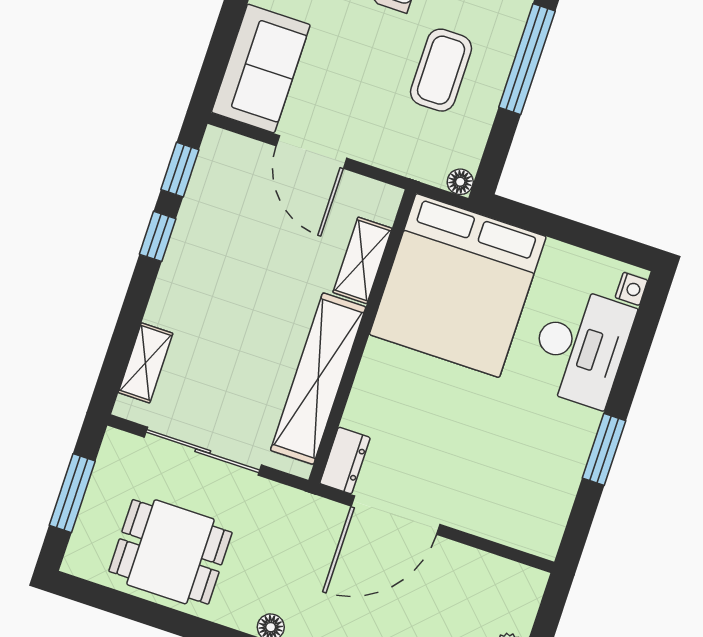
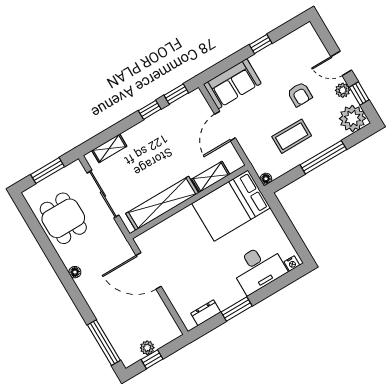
bed: (458, 285) -> (231, 206), width x0.73
dresser: (345, 461) -> (206, 313), moved, turned 180

